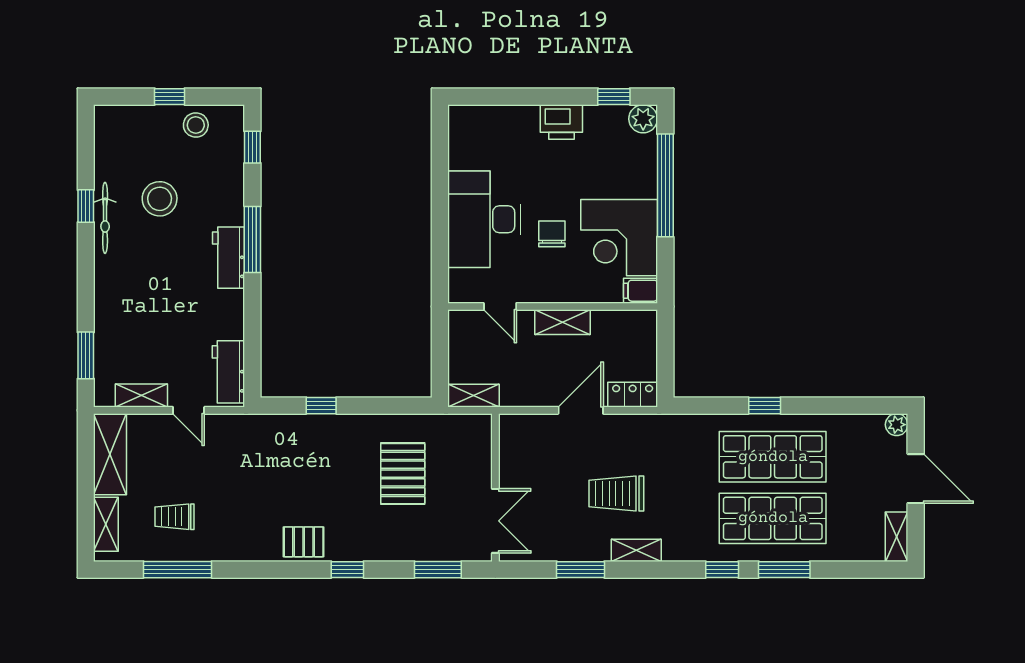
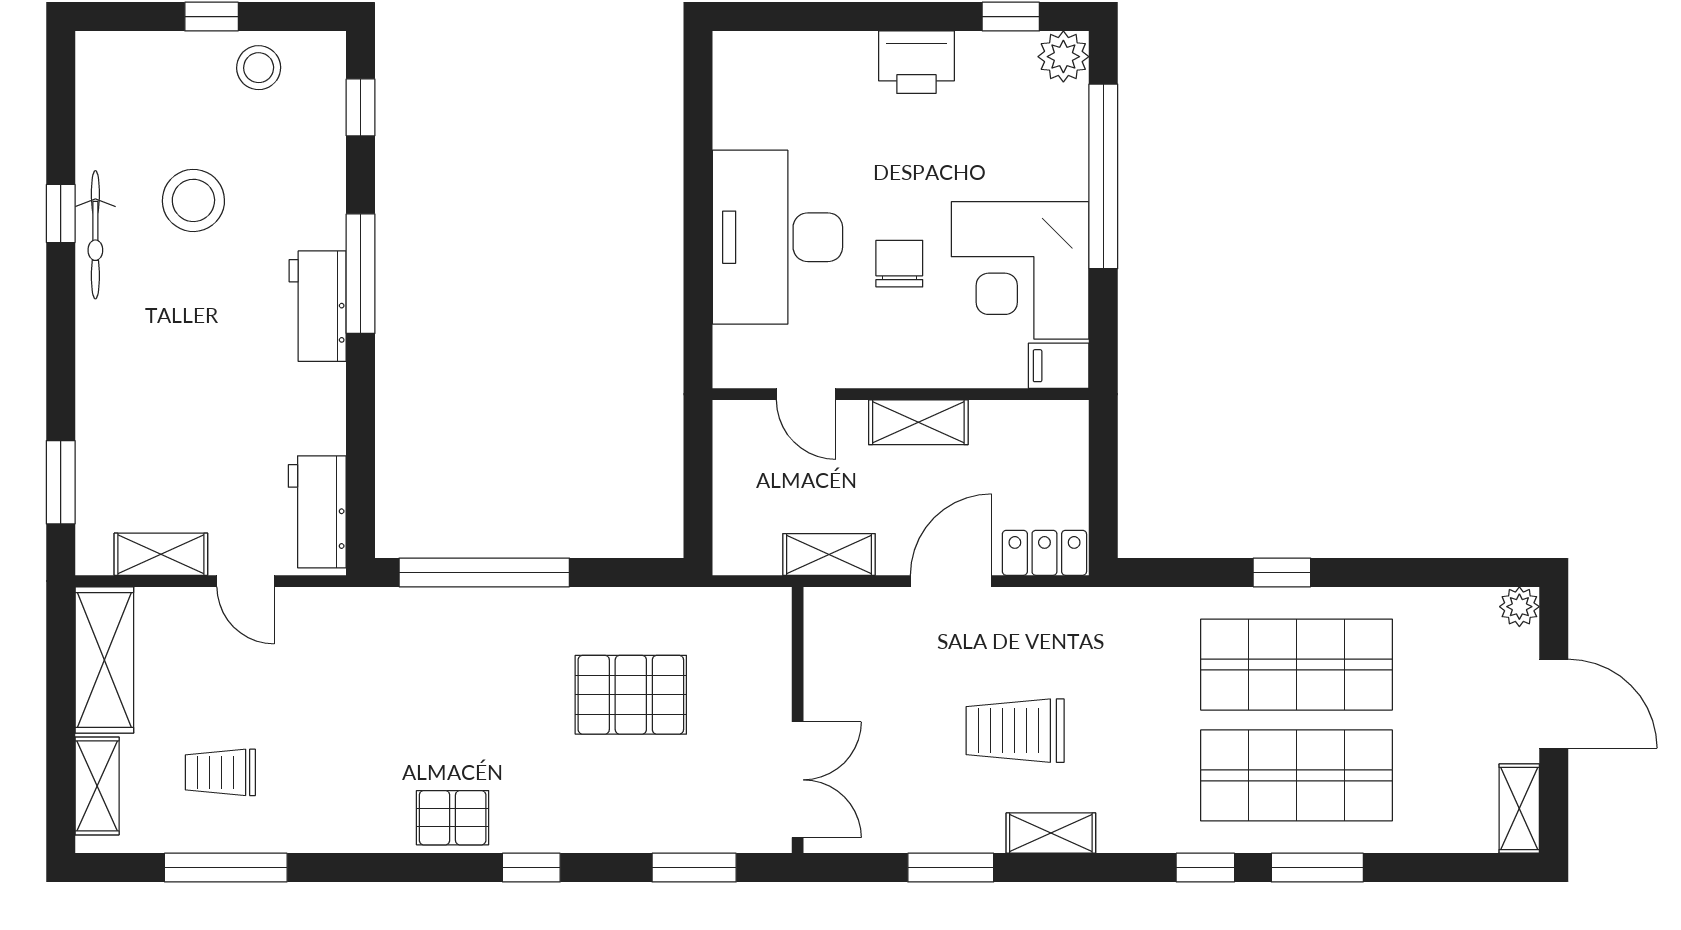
shelving: (474, 396) -> (829, 555), moved
window: (321, 406) -> (484, 572), width x3.17
pallet: (403, 474) -> (631, 695), turned 90

